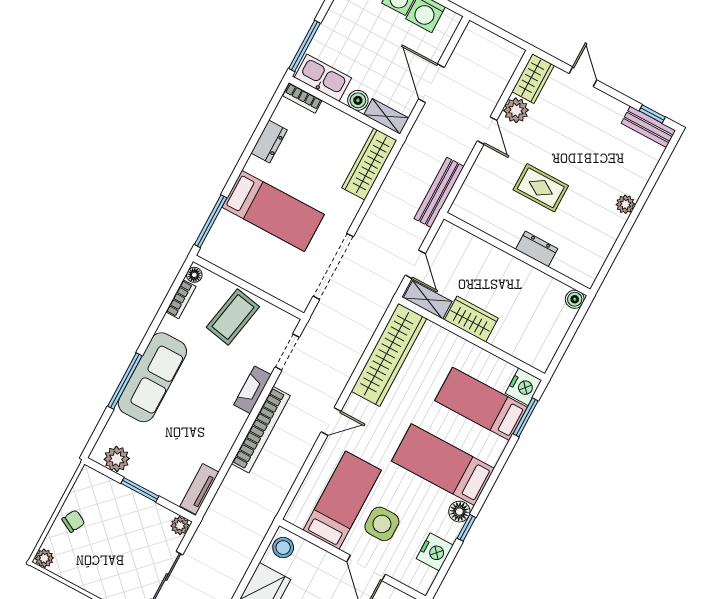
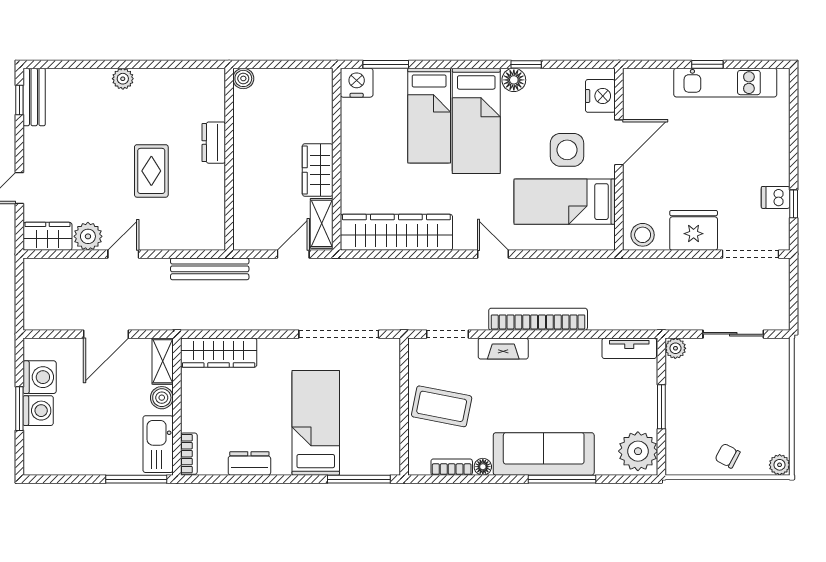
floor lamp: (194, 275) -> (483, 467), moved
bed: (481, 404) -> (429, 116), moved
plant: (117, 459) -> (638, 451), width x1.36, depth x1.36
nightstand: (435, 552) -> (600, 96), moved, turned 90

